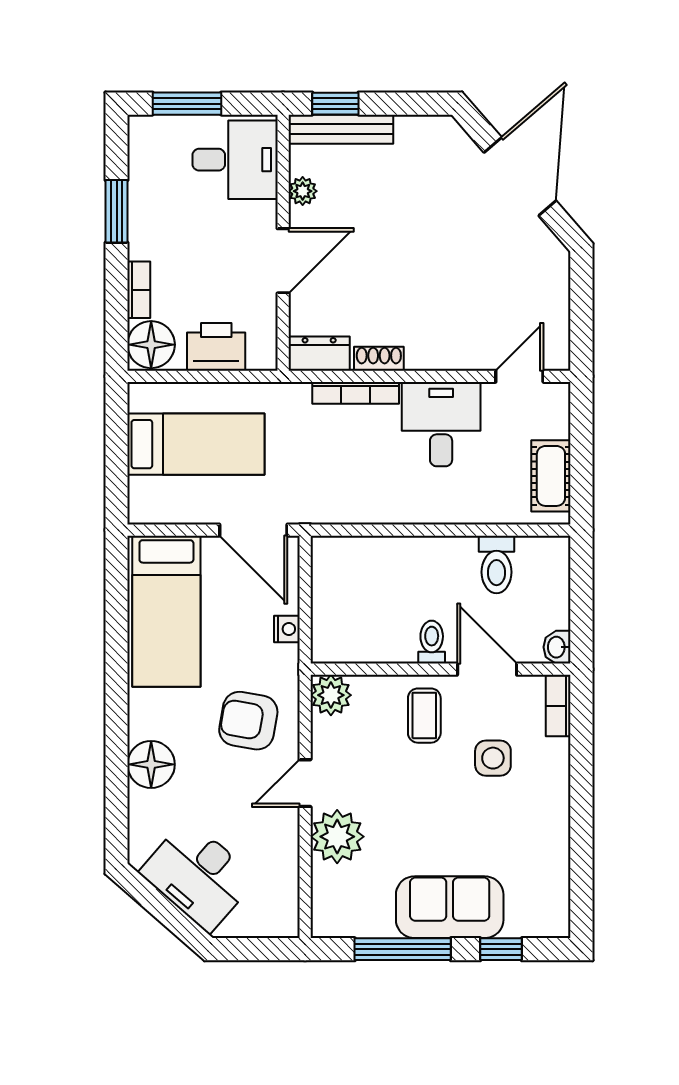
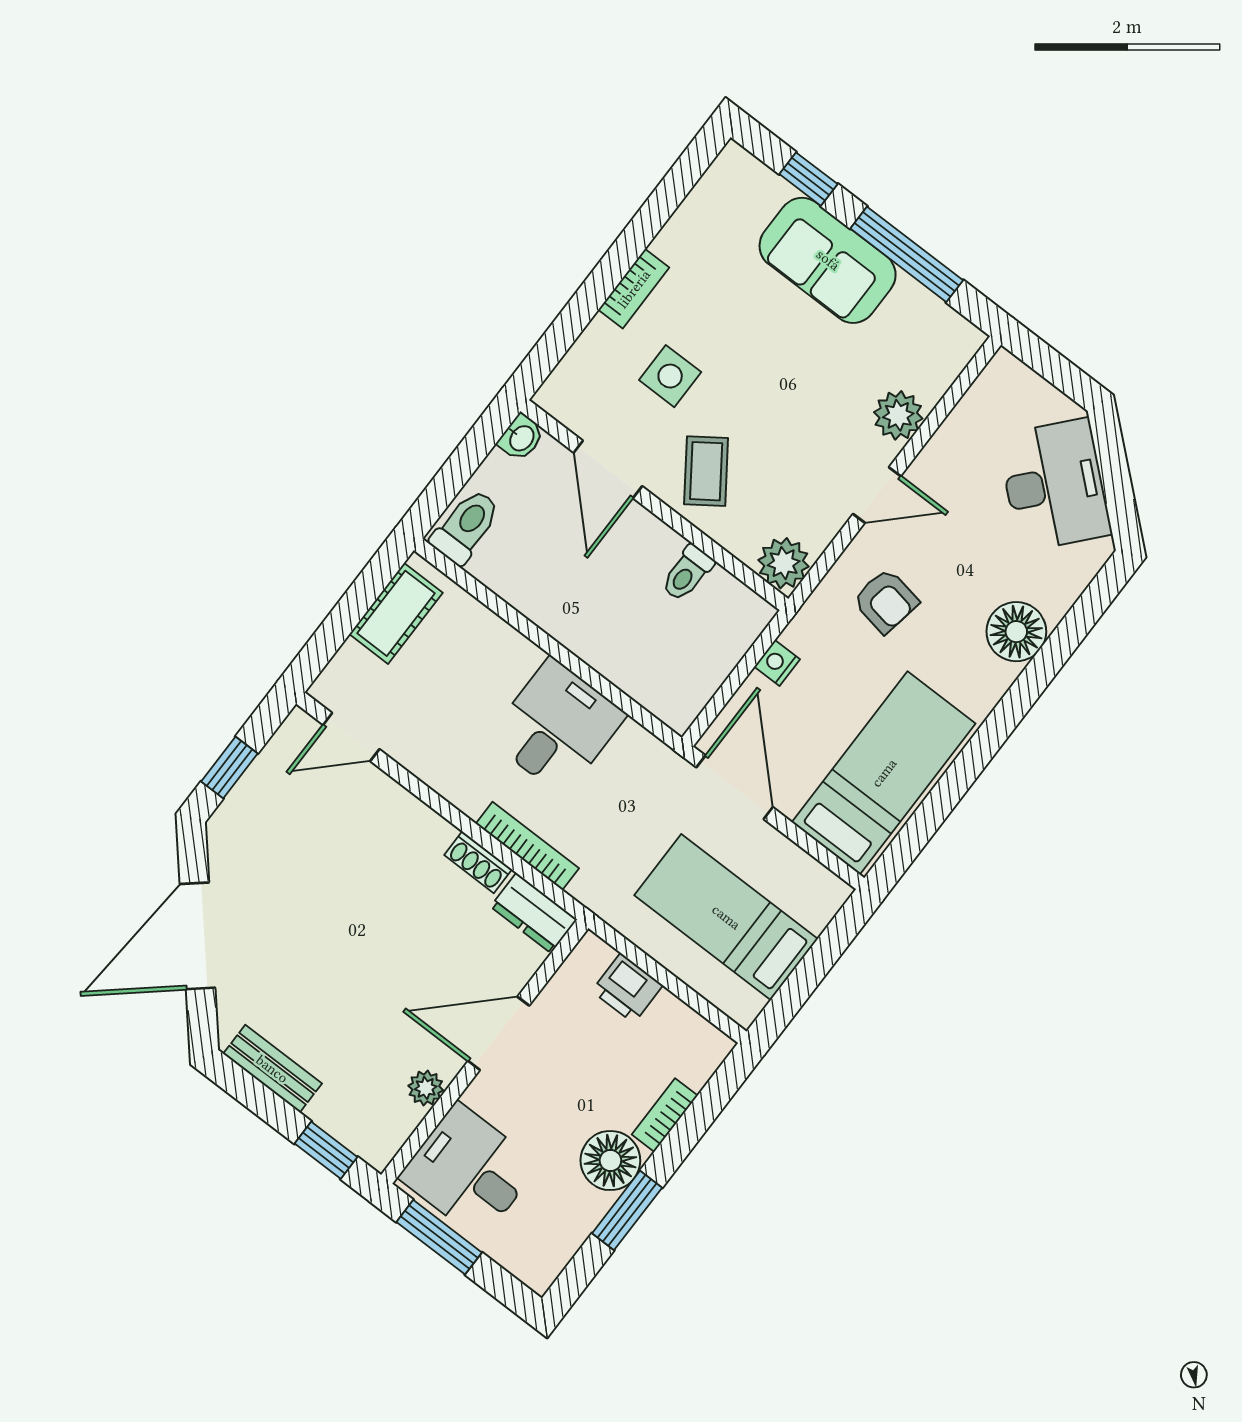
window: (187, 104) -> (439, 1237), moved
bench: (341, 129) -> (272, 1069), moved, width x0.73
window: (581, 298) -> (229, 768), added
floor lamp: (151, 345) -> (610, 1161), moved
printer: (216, 347) -> (627, 988), width x0.73, depth x0.81
desk: (441, 424) -> (557, 727), moved, turned 180
toilet: (497, 565) -> (466, 526), moved
toilet: (432, 642) -> (687, 573), moved
bookcase: (558, 706) -> (634, 289), moved
coffee table: (424, 716) -> (706, 471), turned -35
armchair: (248, 721) -> (886, 601), width x0.72, depth x0.72
plant: (337, 837) -> (898, 415), width x0.73, depth x0.73

